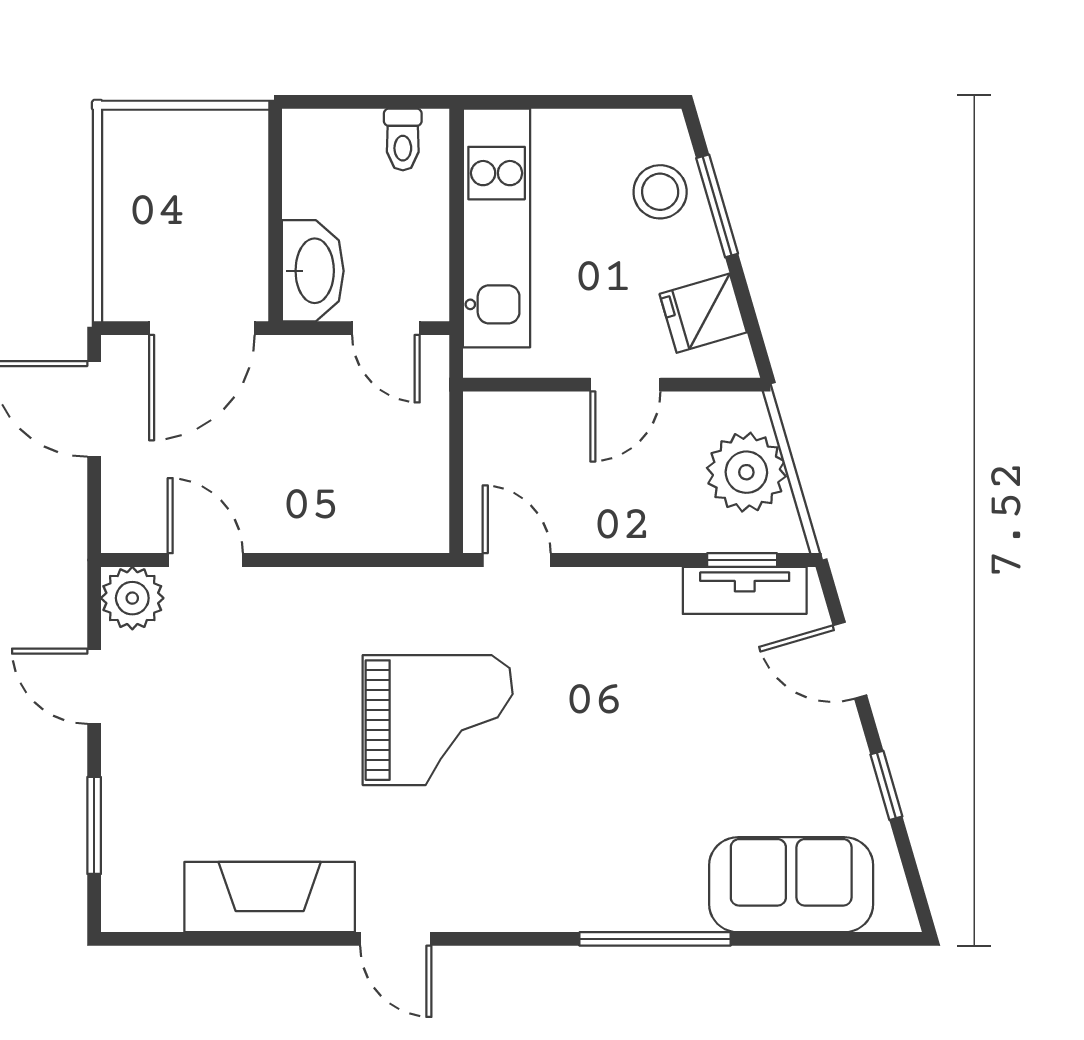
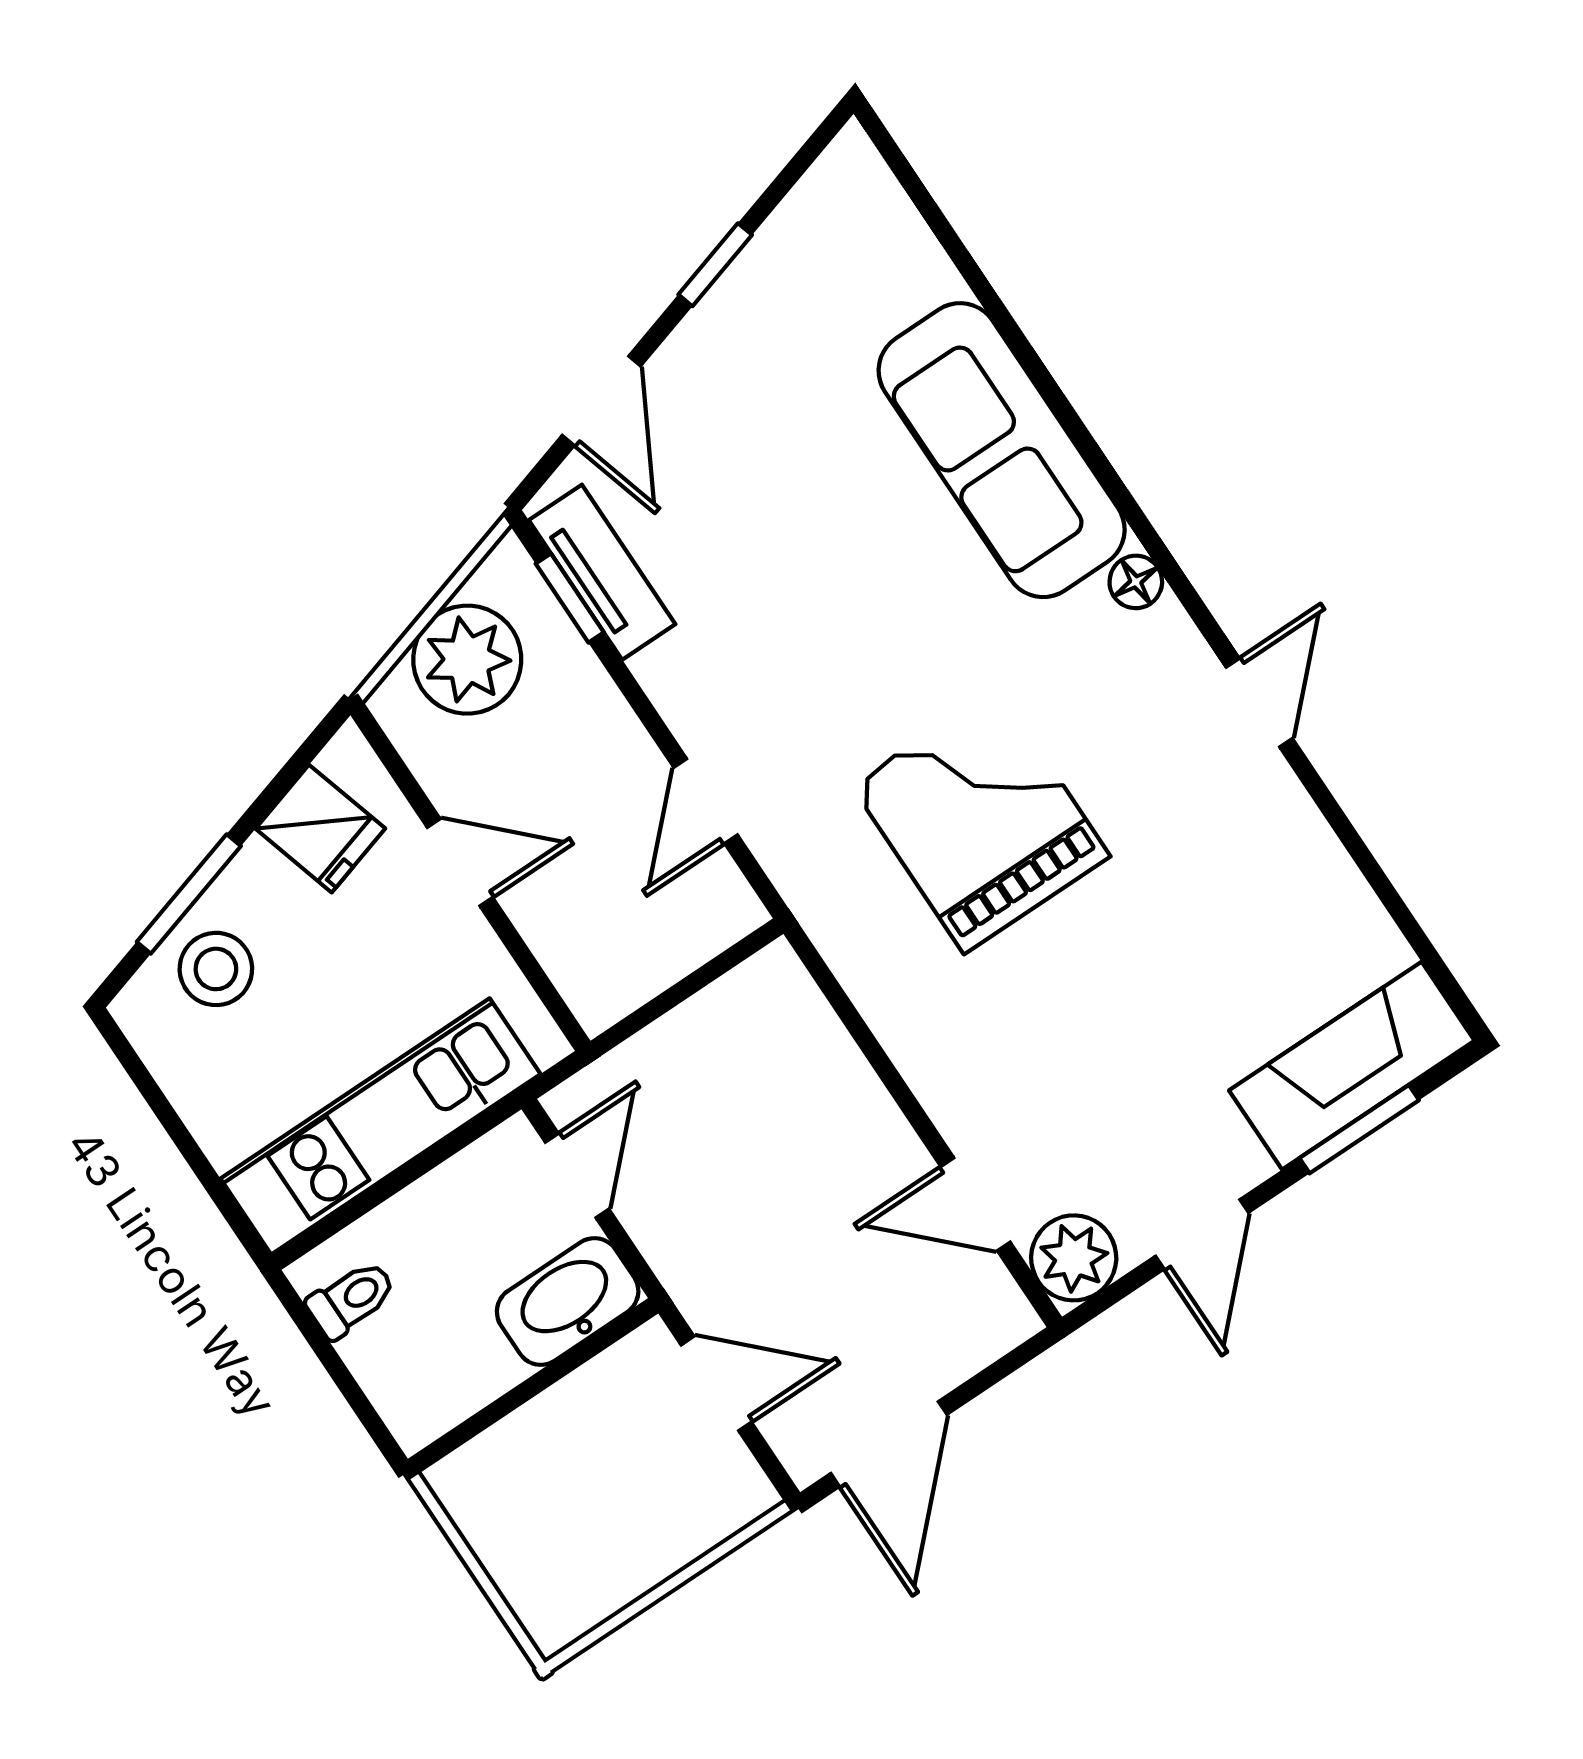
door: (202, 328) -> (716, 1383), width x0.73
door: (205, 560) -> (976, 1204), hinge flipped
door: (517, 560) -> (706, 801), moved
sofa: (791, 885) -> (1002, 450), moved, width x1.36
fireplace: (270, 897) -> (1352, 1066), moved, turned 90
floor lamp: (520, 913) -> (1136, 582), added
window: (655, 939) -> (1063, 410), removed

